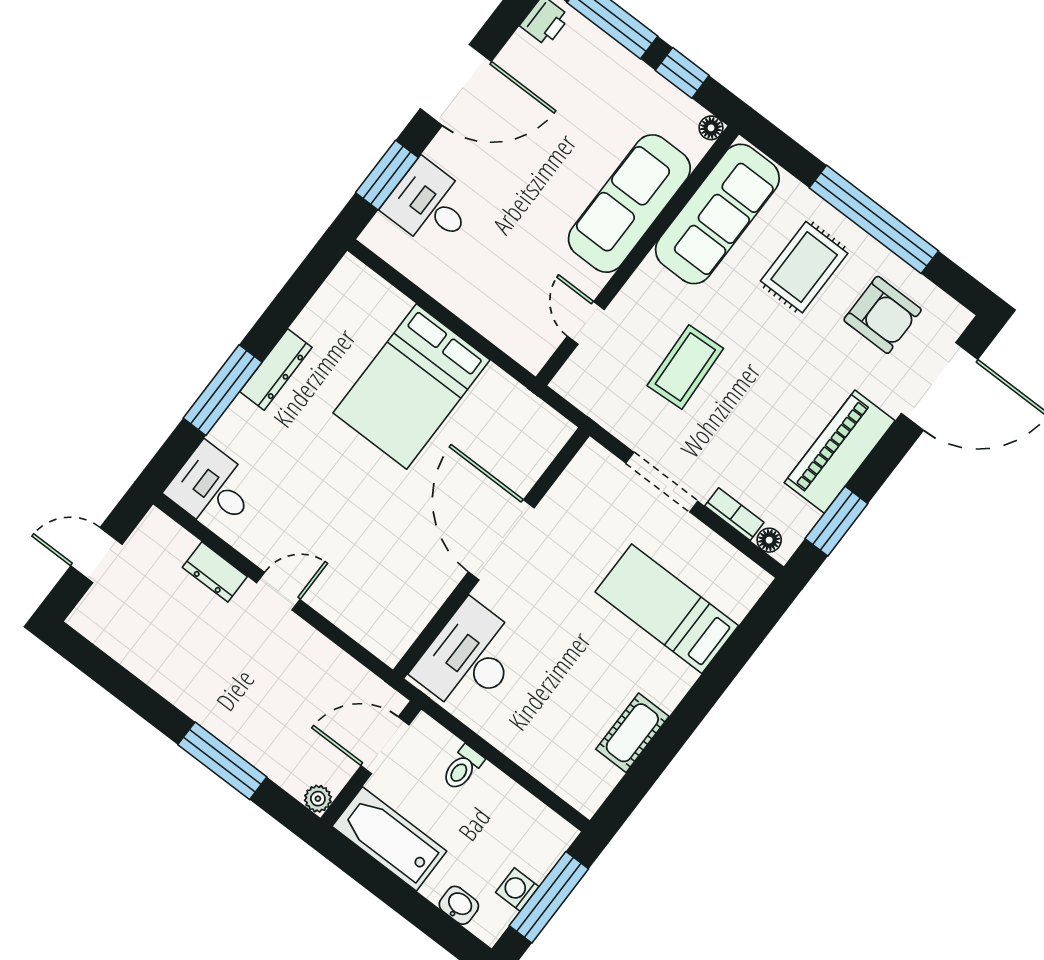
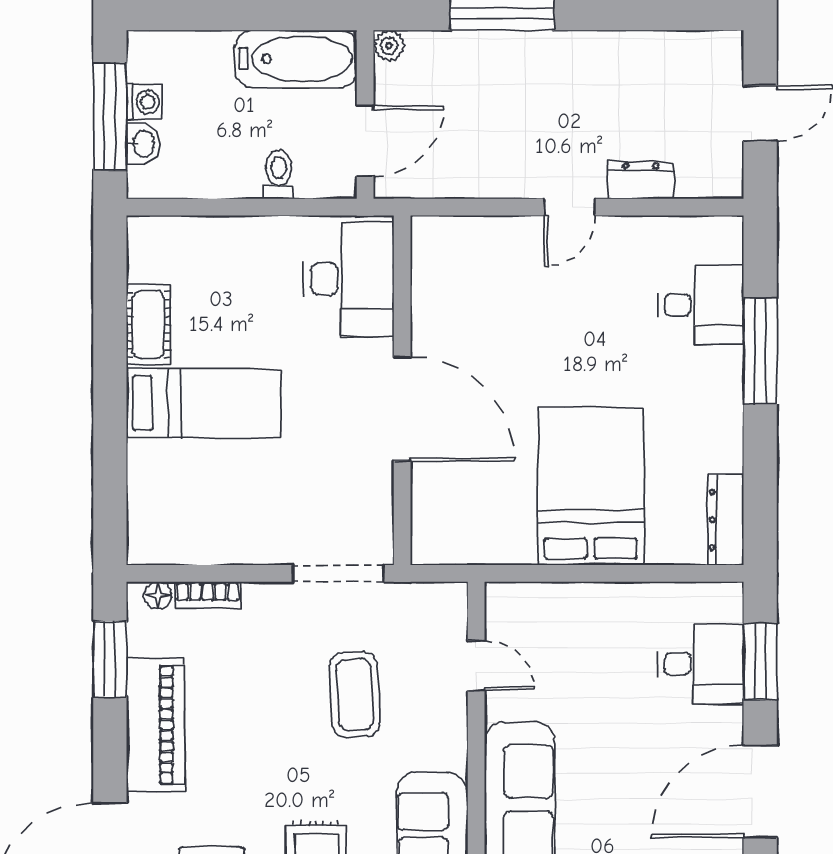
dresser: (276, 370) -> (726, 520), moved
doorway: (662, 482) -> (338, 573), moved
desk: (212, 488) -> (701, 305), moved
bed: (667, 609) -> (203, 403), moved
washbasin: (459, 905) -> (143, 143), moved, turned -90

